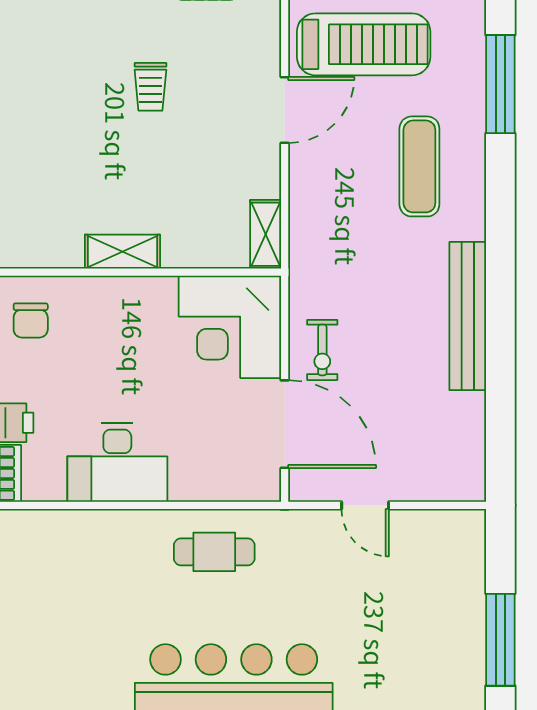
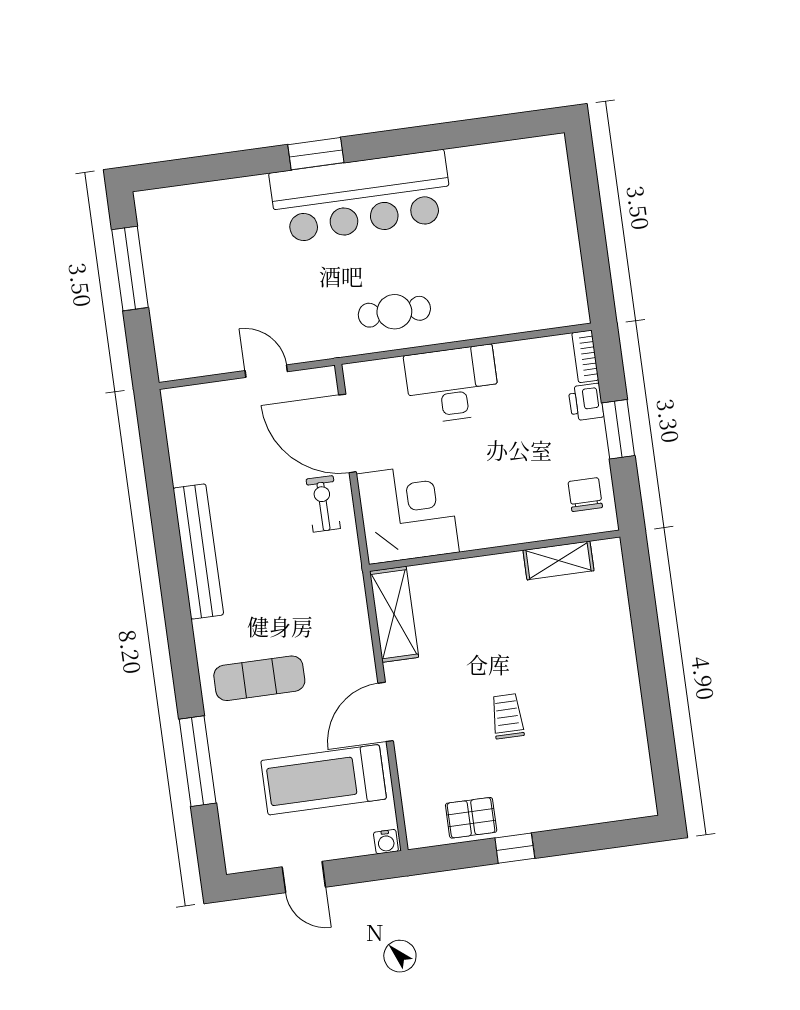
exercise mat: (419, 166) -> (259, 678), turned 90
shelving: (266, 234) -> (394, 614), width x1.50, depth x1.33
shelving: (122, 252) -> (558, 560), moved
desk: (117, 463) -> (452, 384), moved

